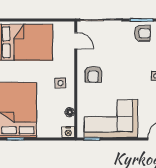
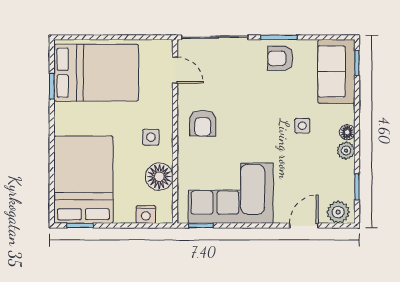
armchair: (142, 33) -> (280, 58), turned 180
floor lamp: (70, 112) -> (159, 177), width x1.89, depth x1.89
nightstand: (68, 132) -> (146, 214), moved

